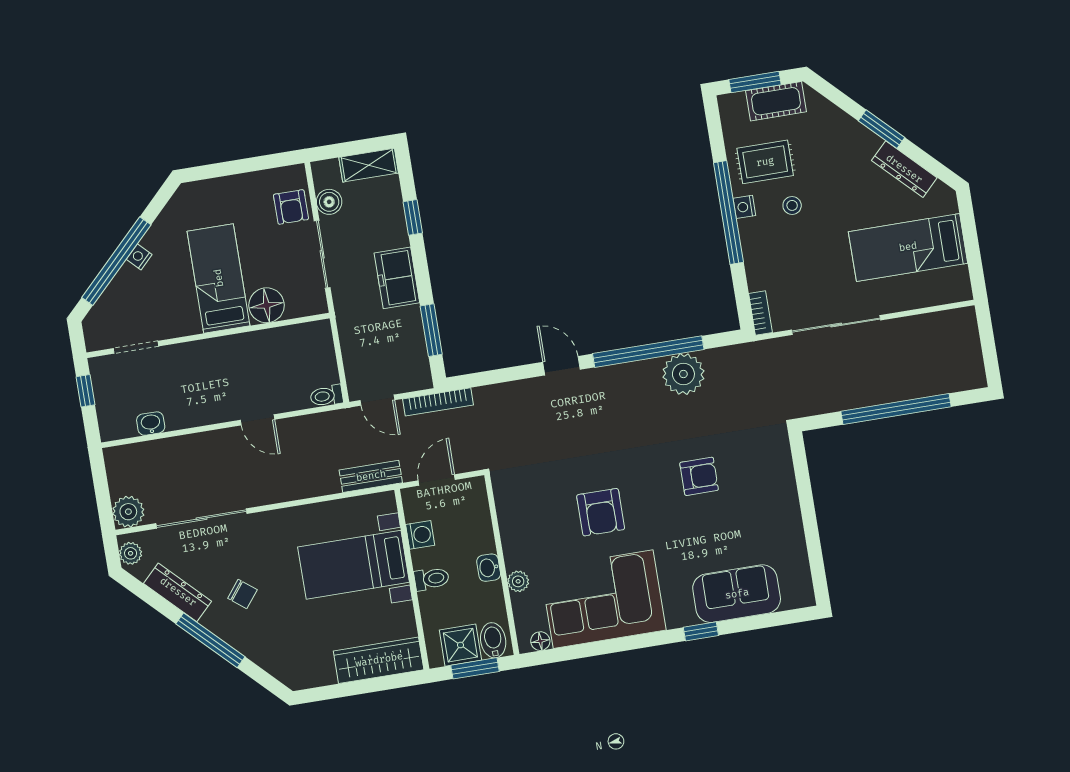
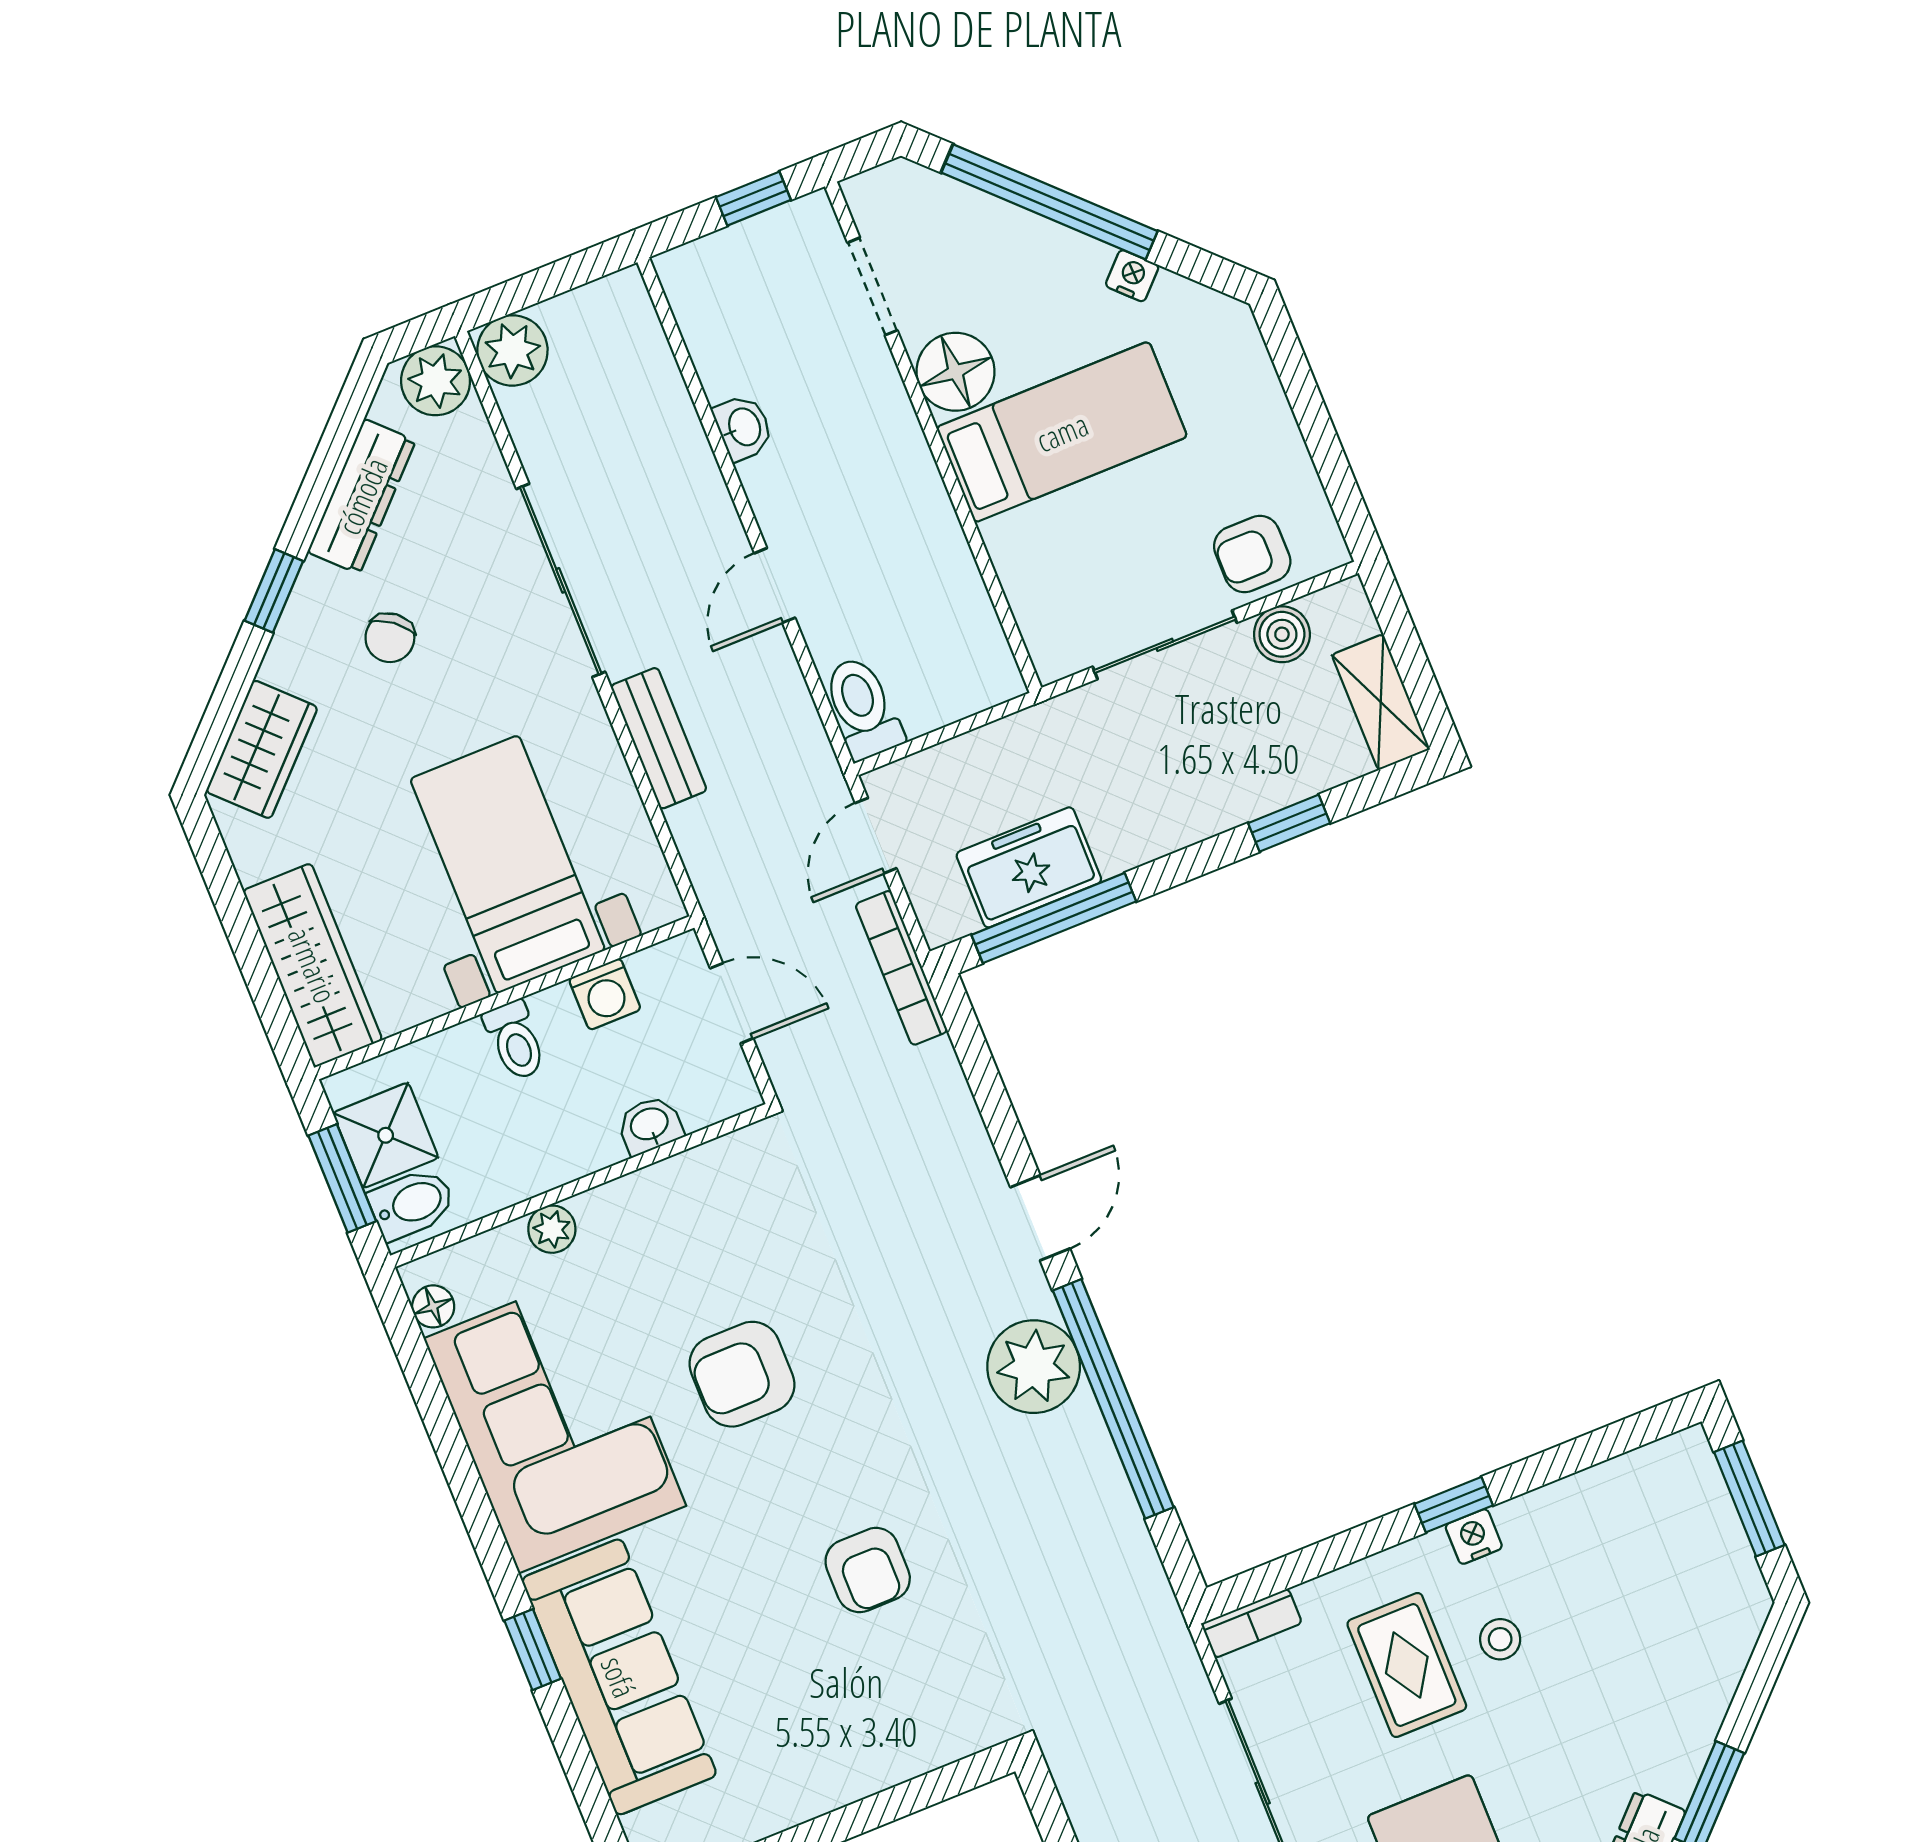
cot: (776, 101) -> (1718, 1554), removed
rug: (765, 162) -> (1407, 1665), moved
window: (728, 213) -> (1454, 1505), width x0.32
nightstand: (139, 257) -> (1132, 276), moved
freezer: (397, 278) -> (1029, 867), moved
floor lamp: (267, 305) -> (956, 372), moved
window: (431, 330) -> (1054, 918), width x1.44
plant: (683, 374) -> (1034, 1367), moved
toilet: (327, 396) -> (863, 708), width x1.37, depth x1.39
washbasin: (151, 424) -> (743, 427), moved
bench: (371, 476) -> (659, 738), moved
sliding door: (202, 519) -> (561, 580), moved
plant: (131, 553) -> (436, 381), width x1.38, depth x1.38
washbasin: (489, 568) -> (650, 1125), moved
sofa: (737, 594) -> (619, 1677), width x1.36
window: (210, 640) -> (274, 591), width x0.46
wardrobe: (279, 661) -> (262, 749), added

